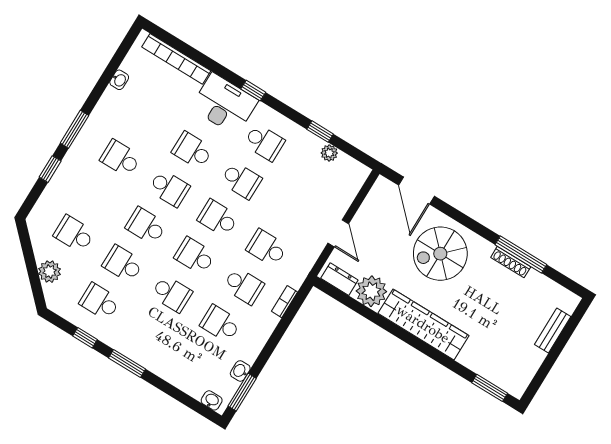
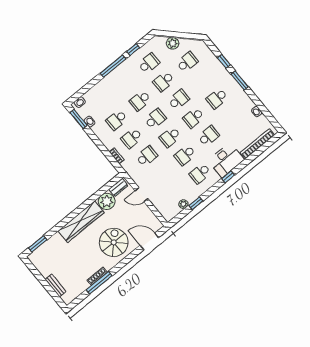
school desk: (120, 158) -> (217, 98), turned 180
school desk: (218, 218) -> (170, 137), turned 180
school desk: (123, 264) -> (164, 81), turned 180
school desk: (220, 324) -> (117, 120), turned 180
window: (127, 363) -> (113, 66), width x1.44

